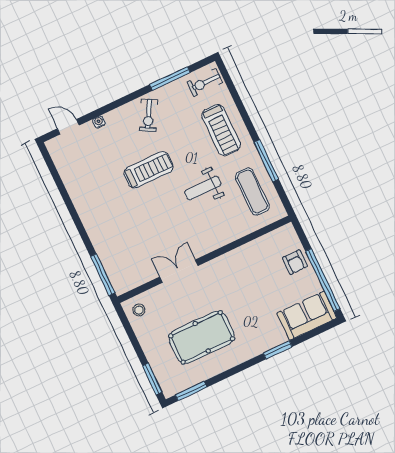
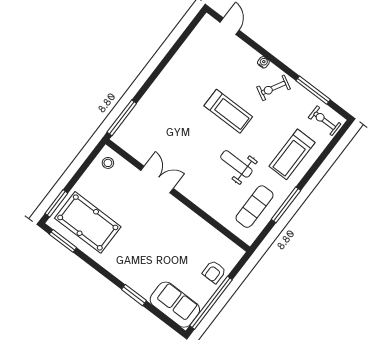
water cooler: (99, 122) -> (263, 62), moved
pool table: (202, 337) -> (88, 222), moved

